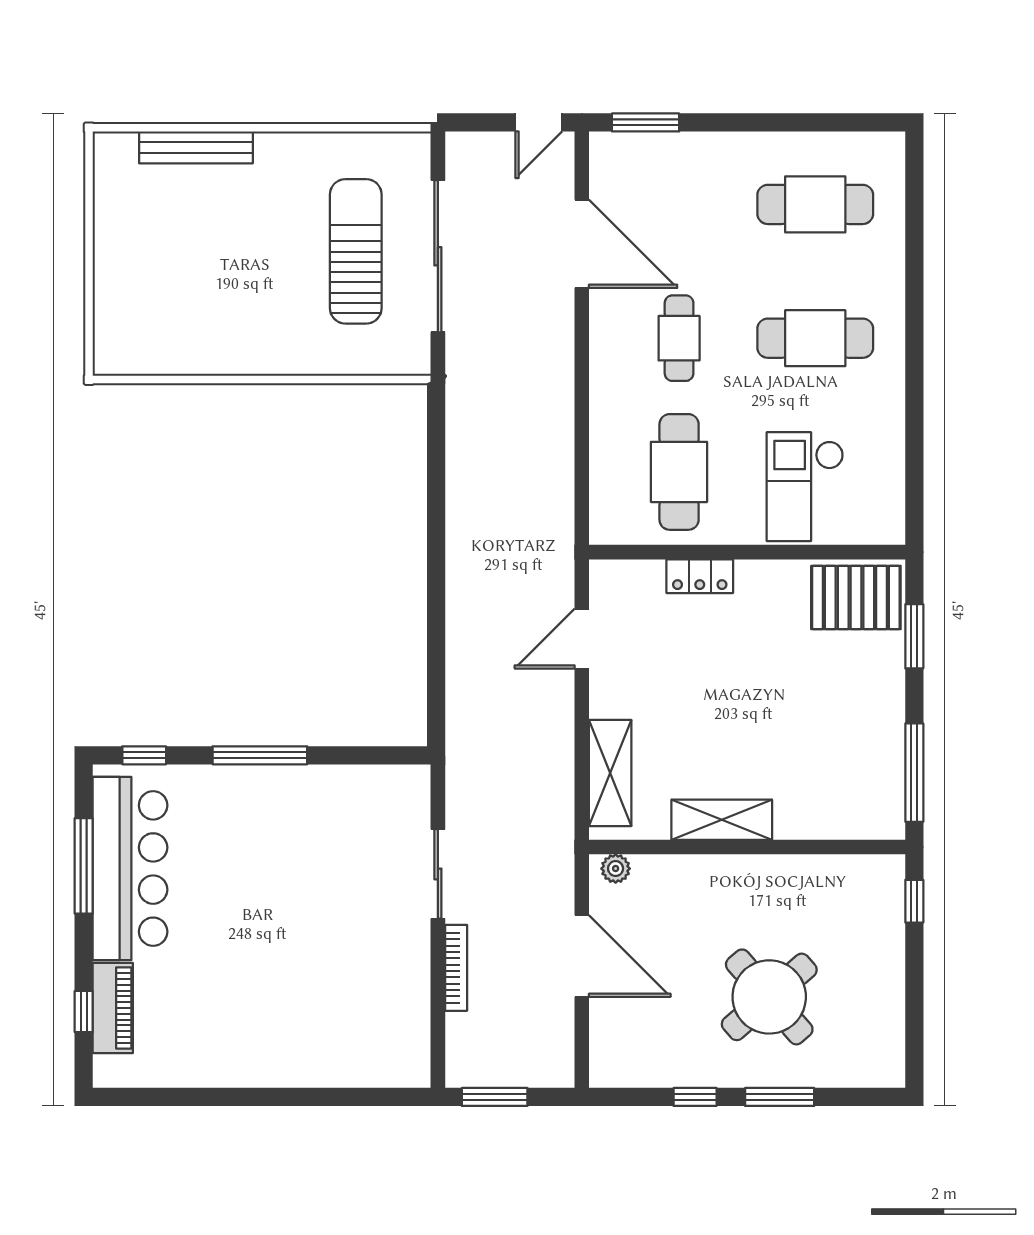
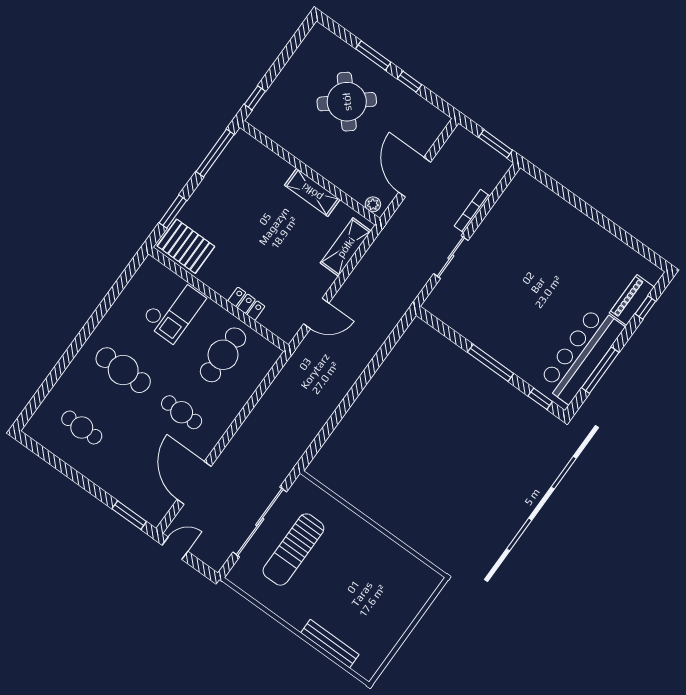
cafe table: (815, 204) -> (82, 427), width x0.73, depth x0.74
cafe table: (679, 338) -> (182, 412), turned 90

